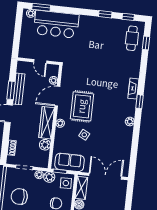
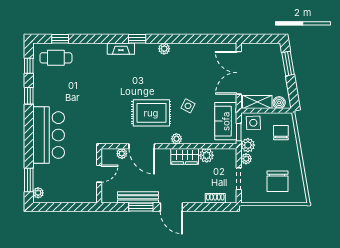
bar counter: (56, 24) -> (49, 135), moved
wardrobe: (47, 123) -> (185, 156), width x0.67

